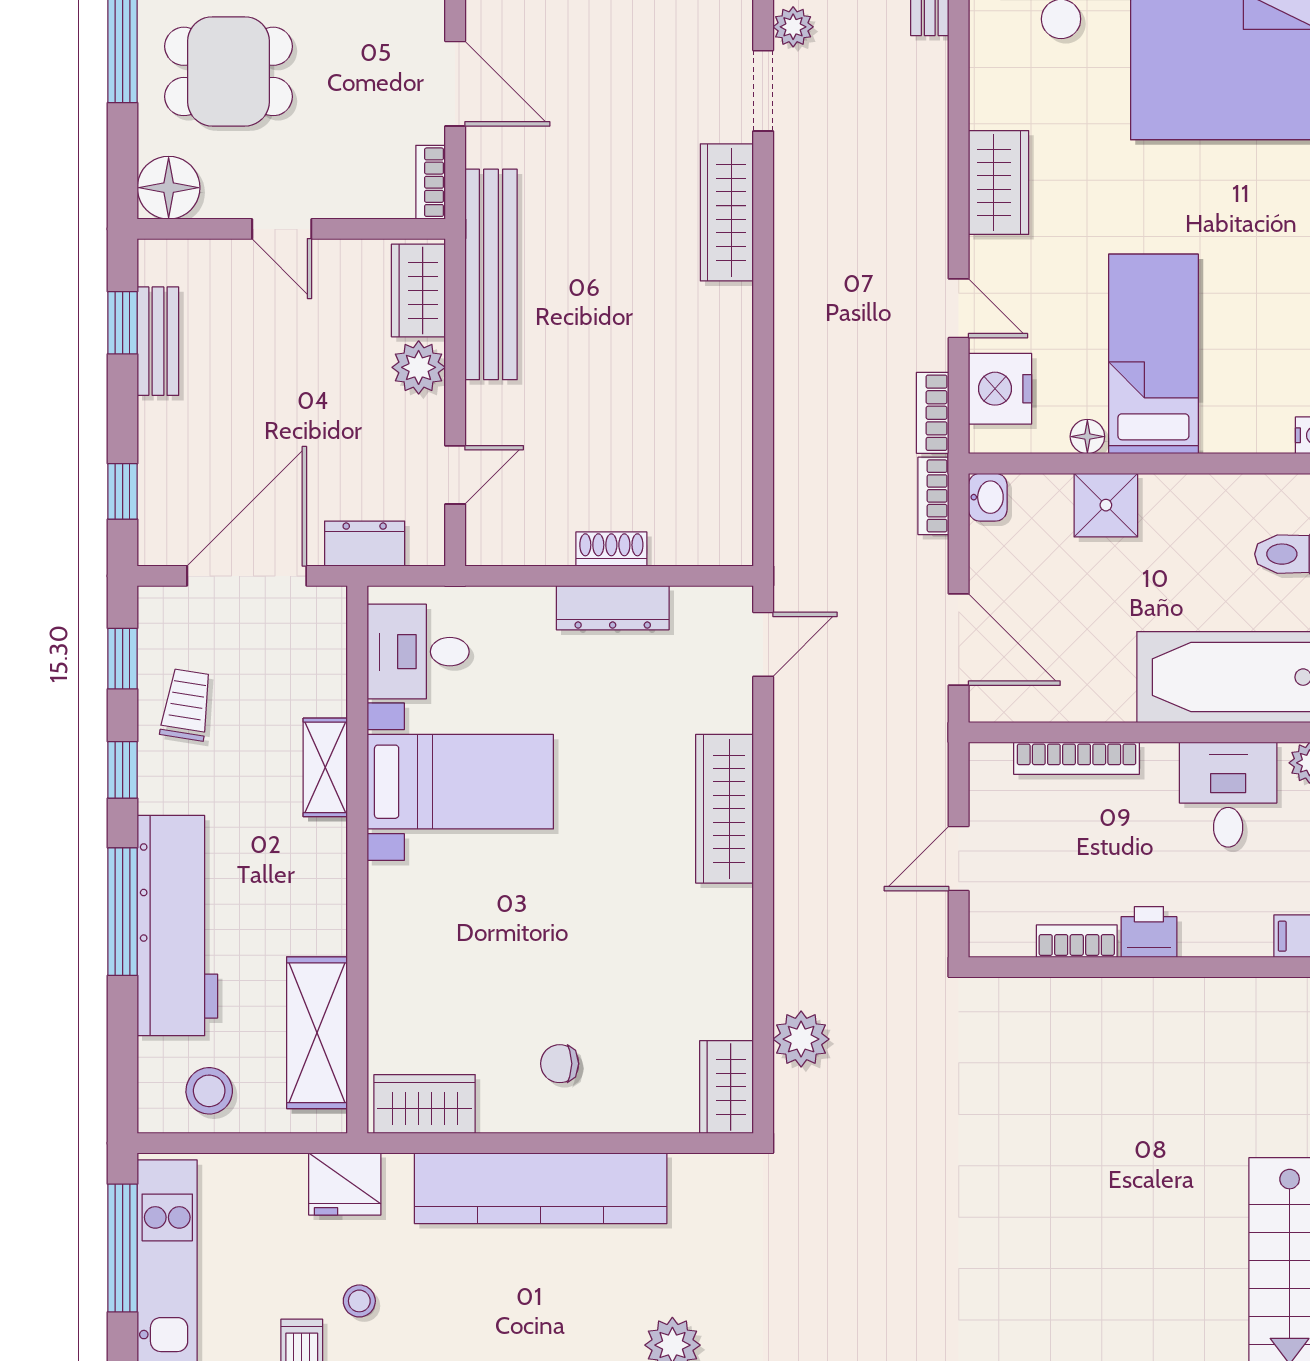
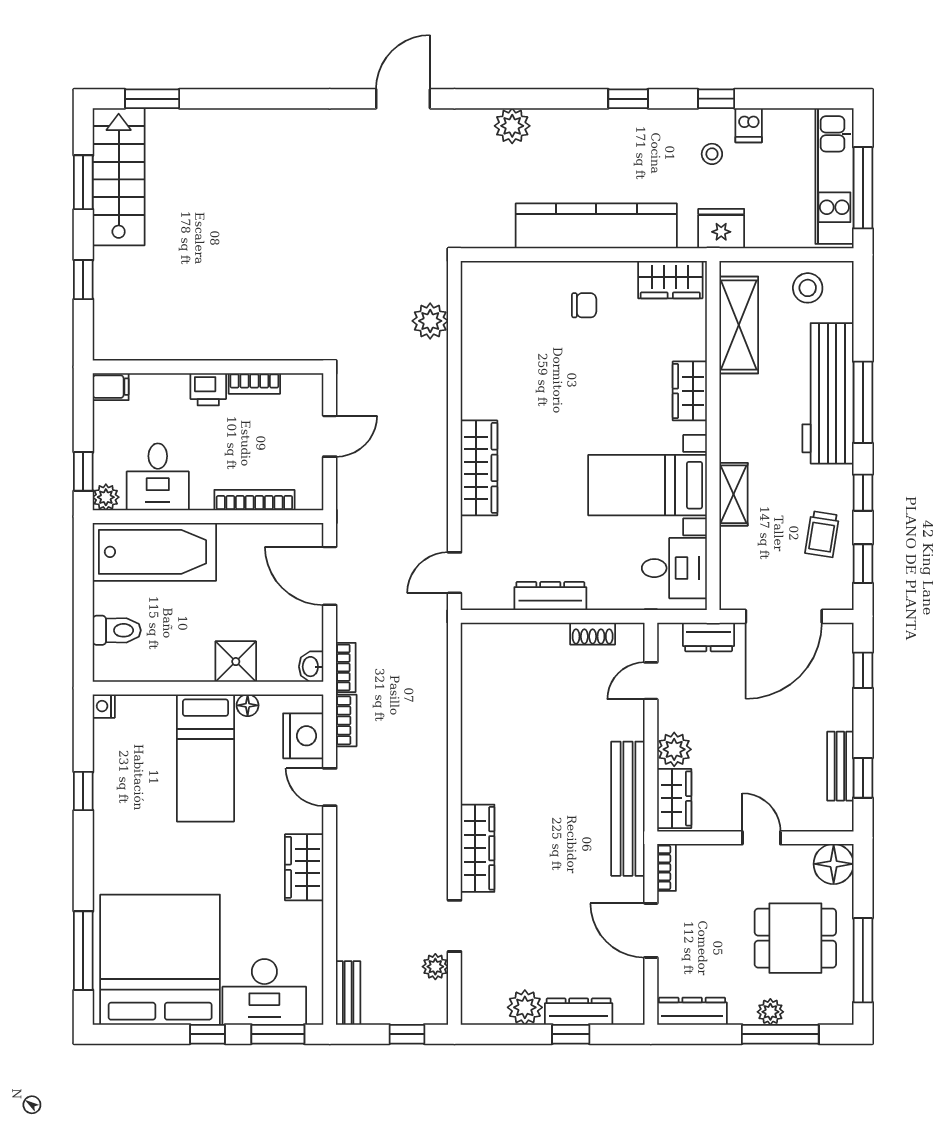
shoe rack: (611, 549) -> (593, 634), moved
wardrobe: (726, 1087) -> (690, 391), moved, turned 180

